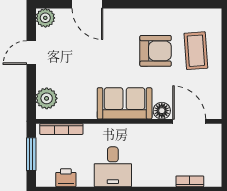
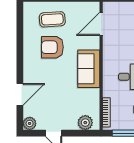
armchair: (156, 51) -> (52, 47), turned -90
floor lamp: (162, 111) -> (94, 43), removed

